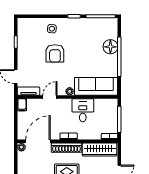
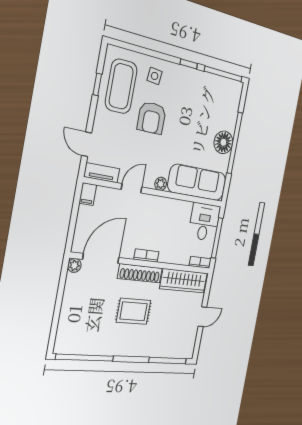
coffee table: (31, 40) -> (121, 86), added
floor lamp: (110, 47) -> (223, 142), moved
desk: (83, 110) -> (204, 222), moved

